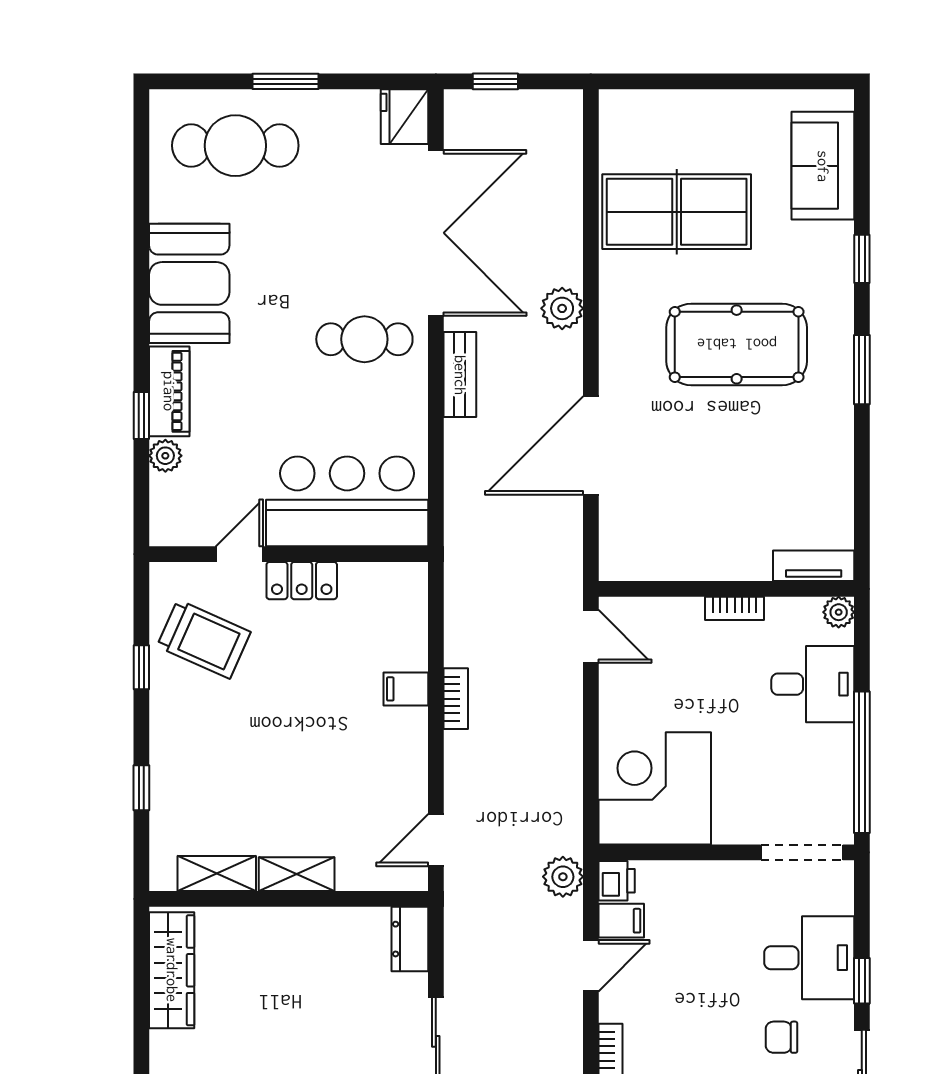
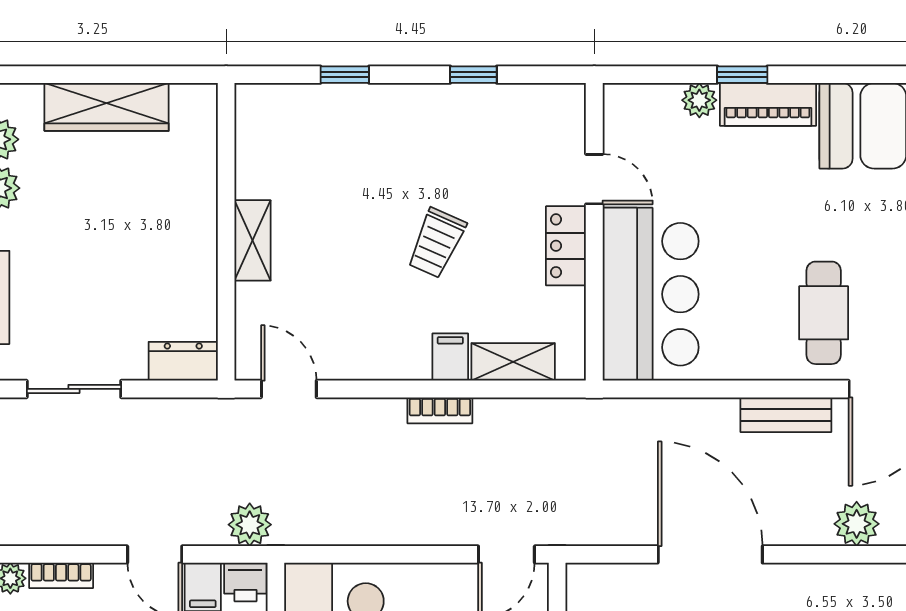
trolley: (204, 639) -> (436, 243), moved, width x0.73, depth x0.72
shelving: (217, 873) -> (513, 362), moved, turned 90
wardrobe: (172, 970) -> (107, 107), moved

